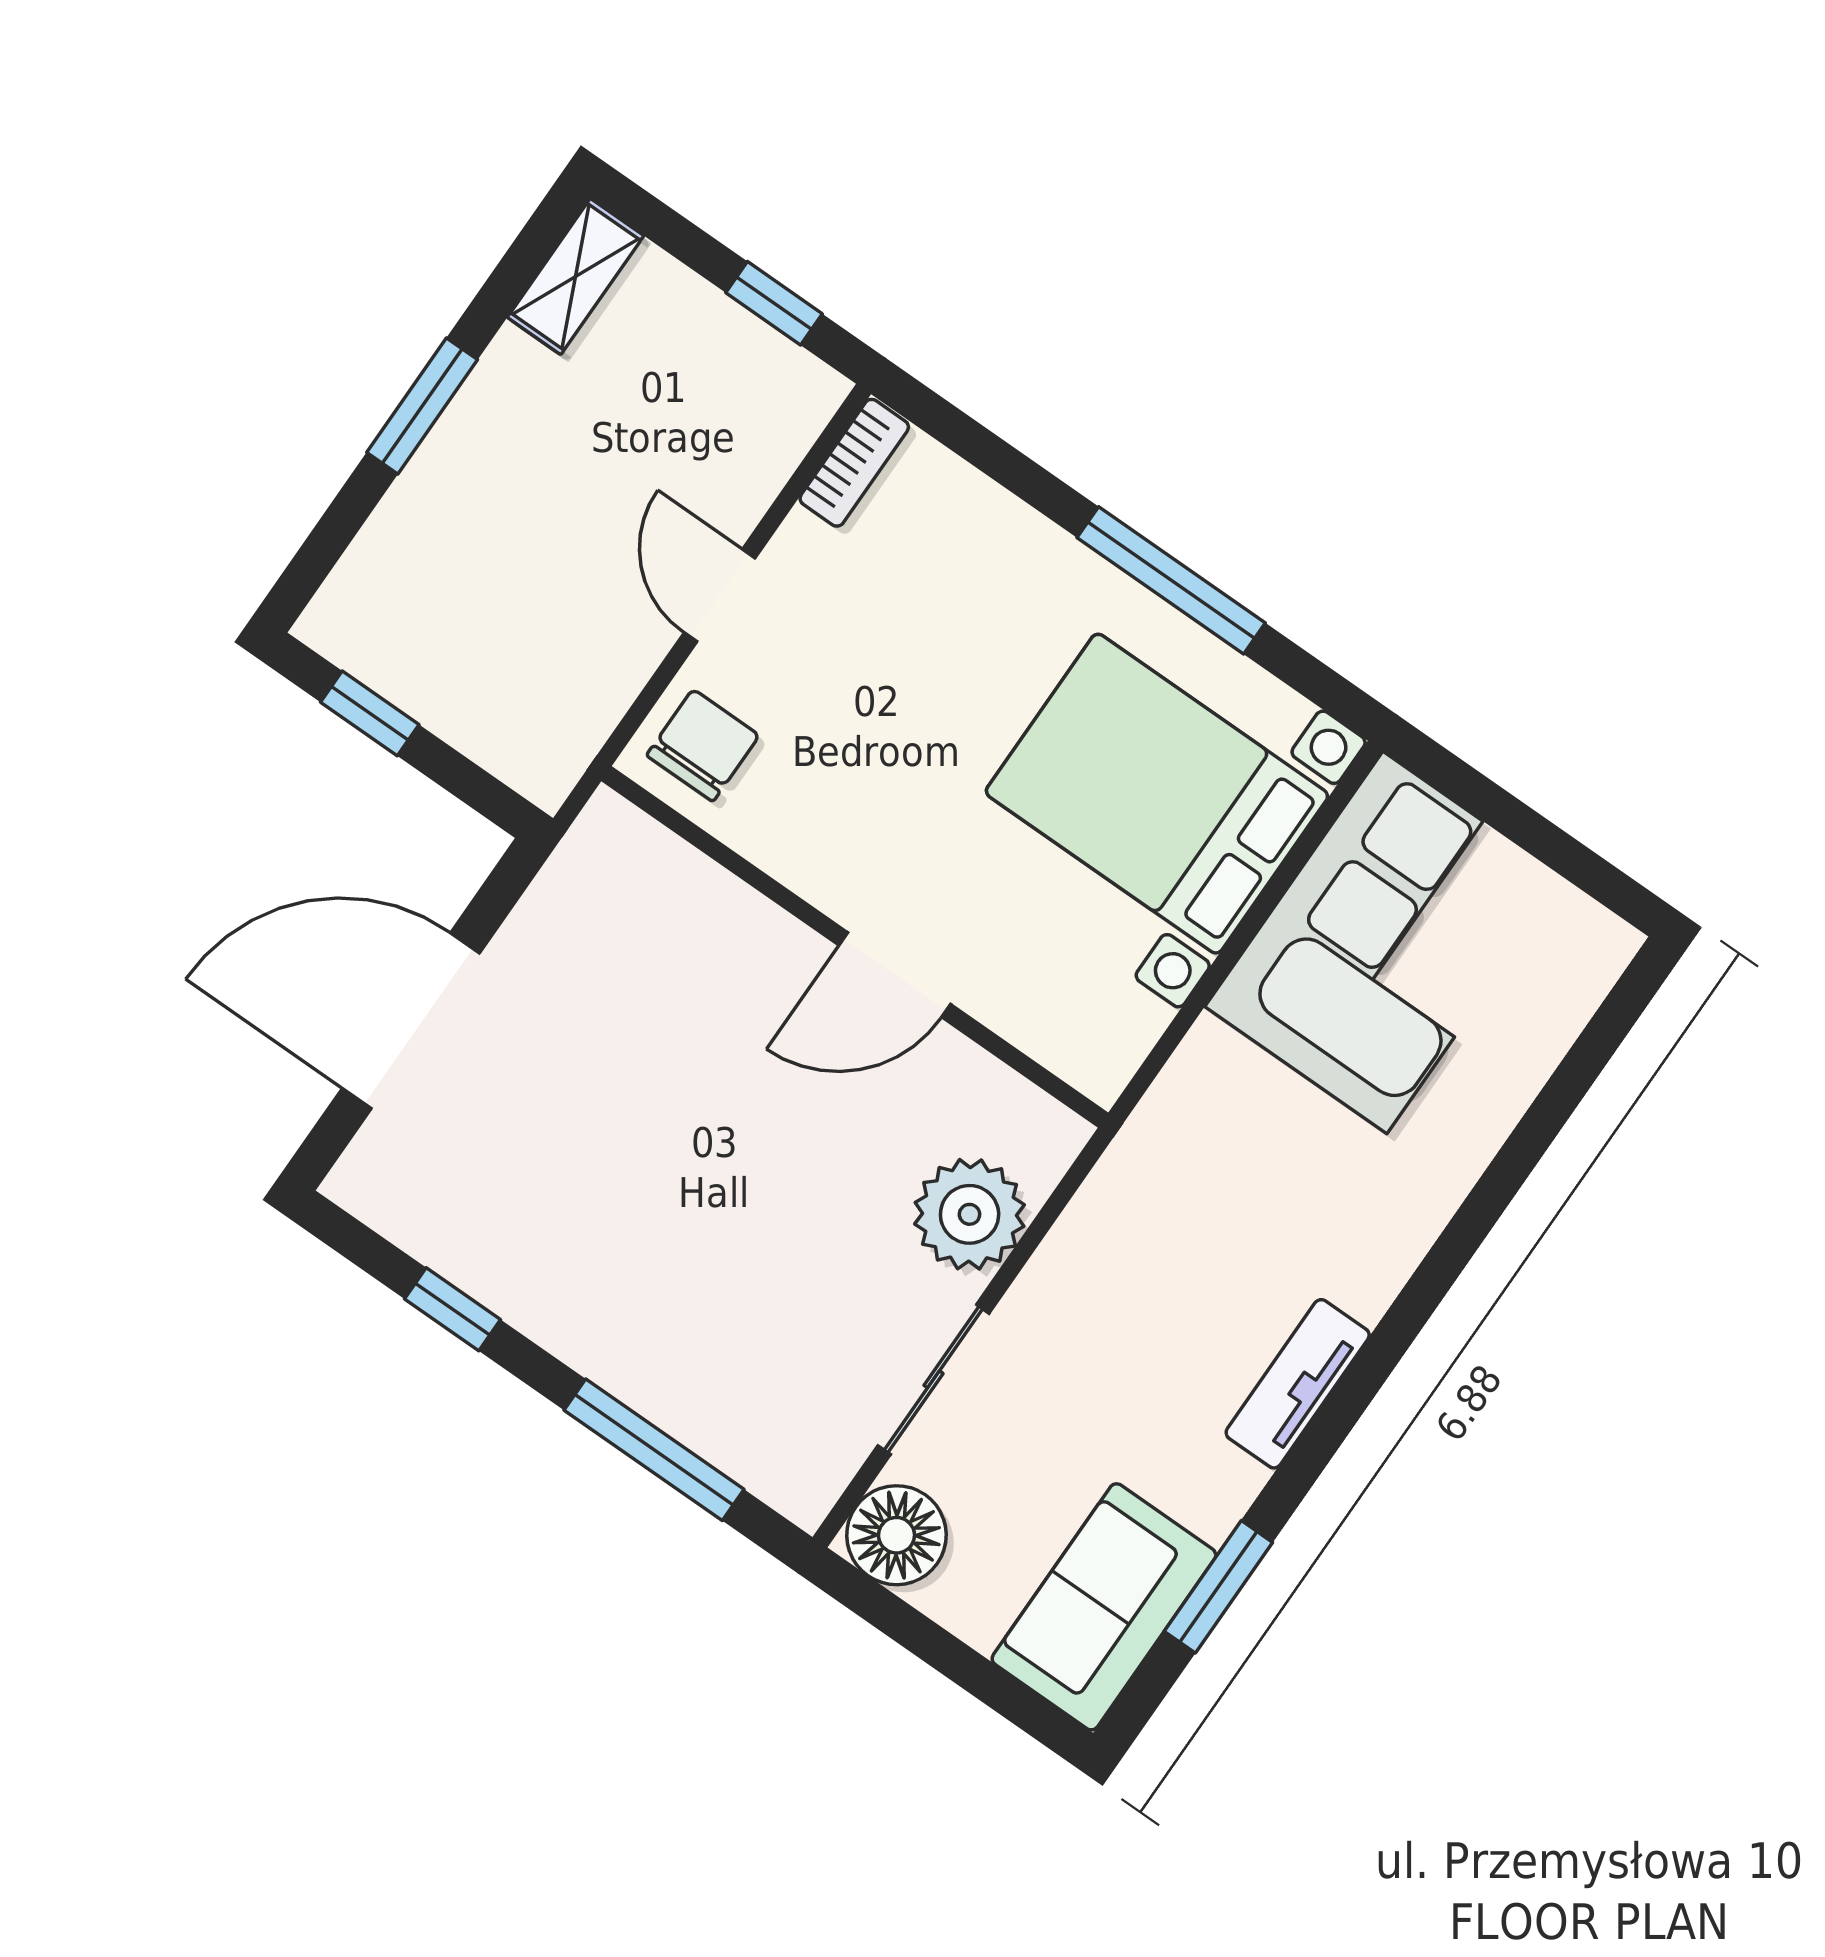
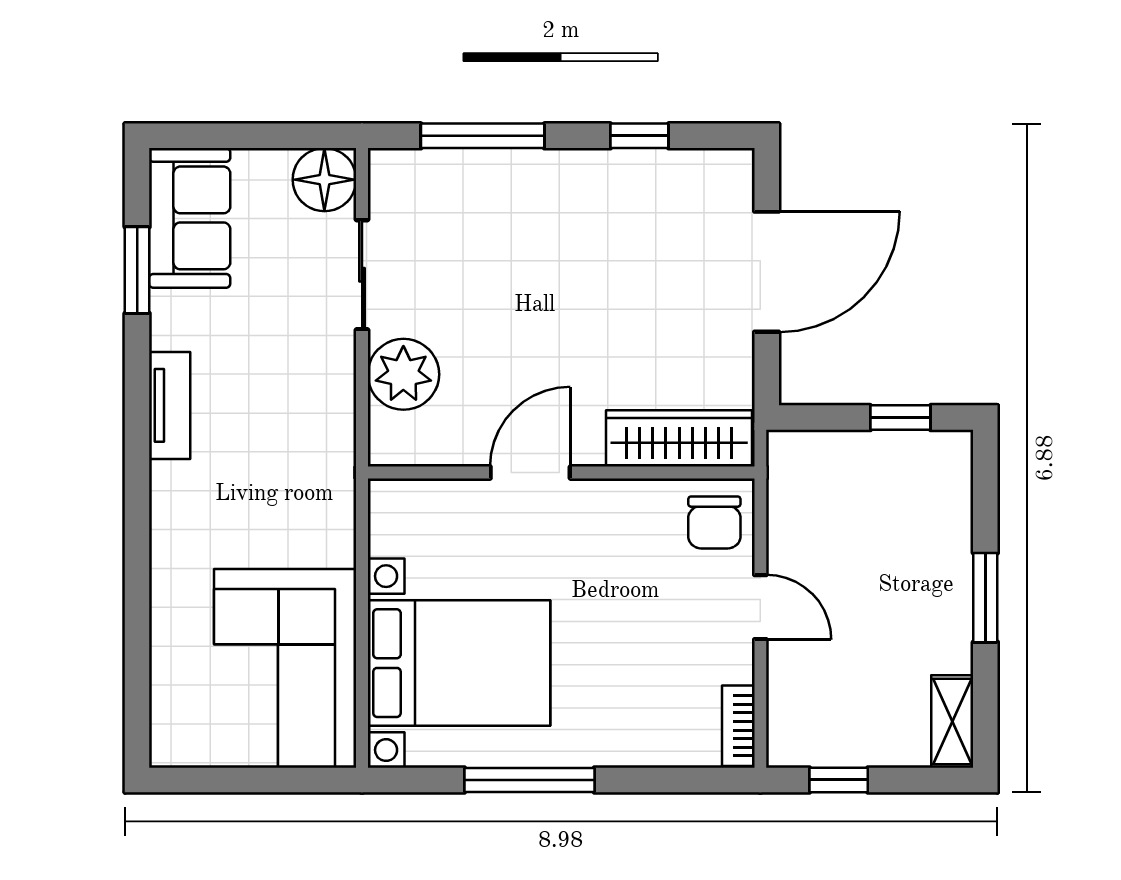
wardrobe: (673, 885) -> (679, 438), added

